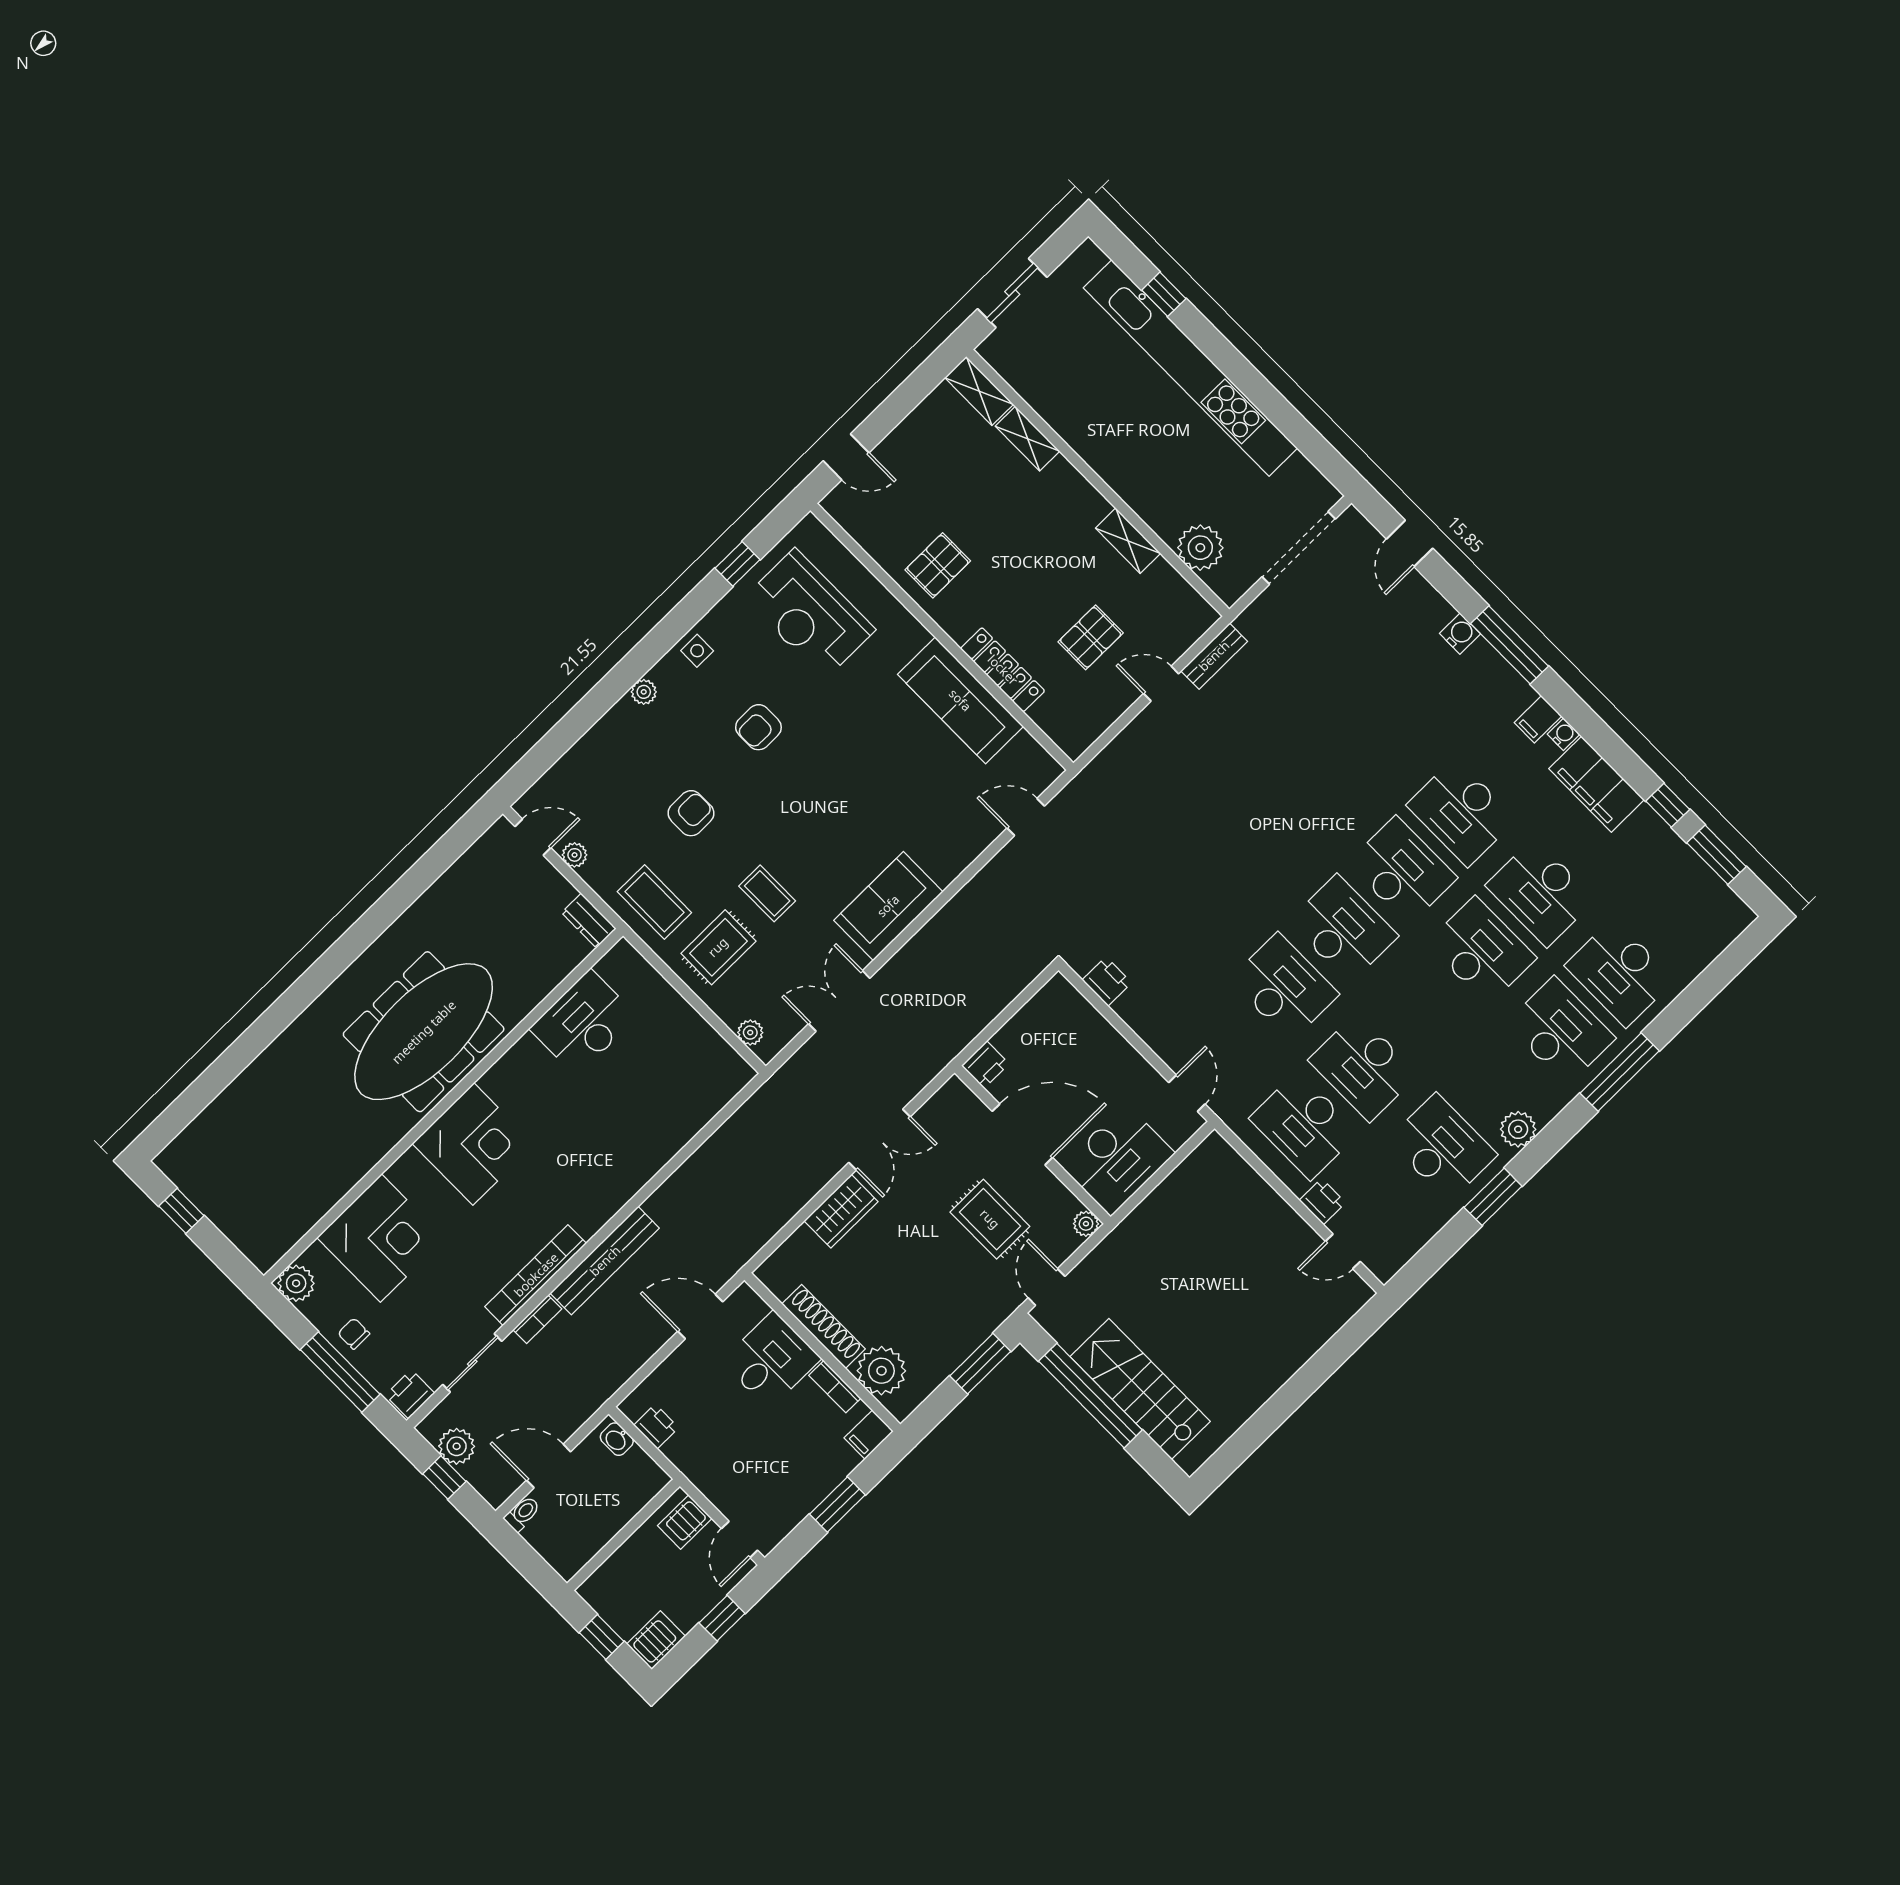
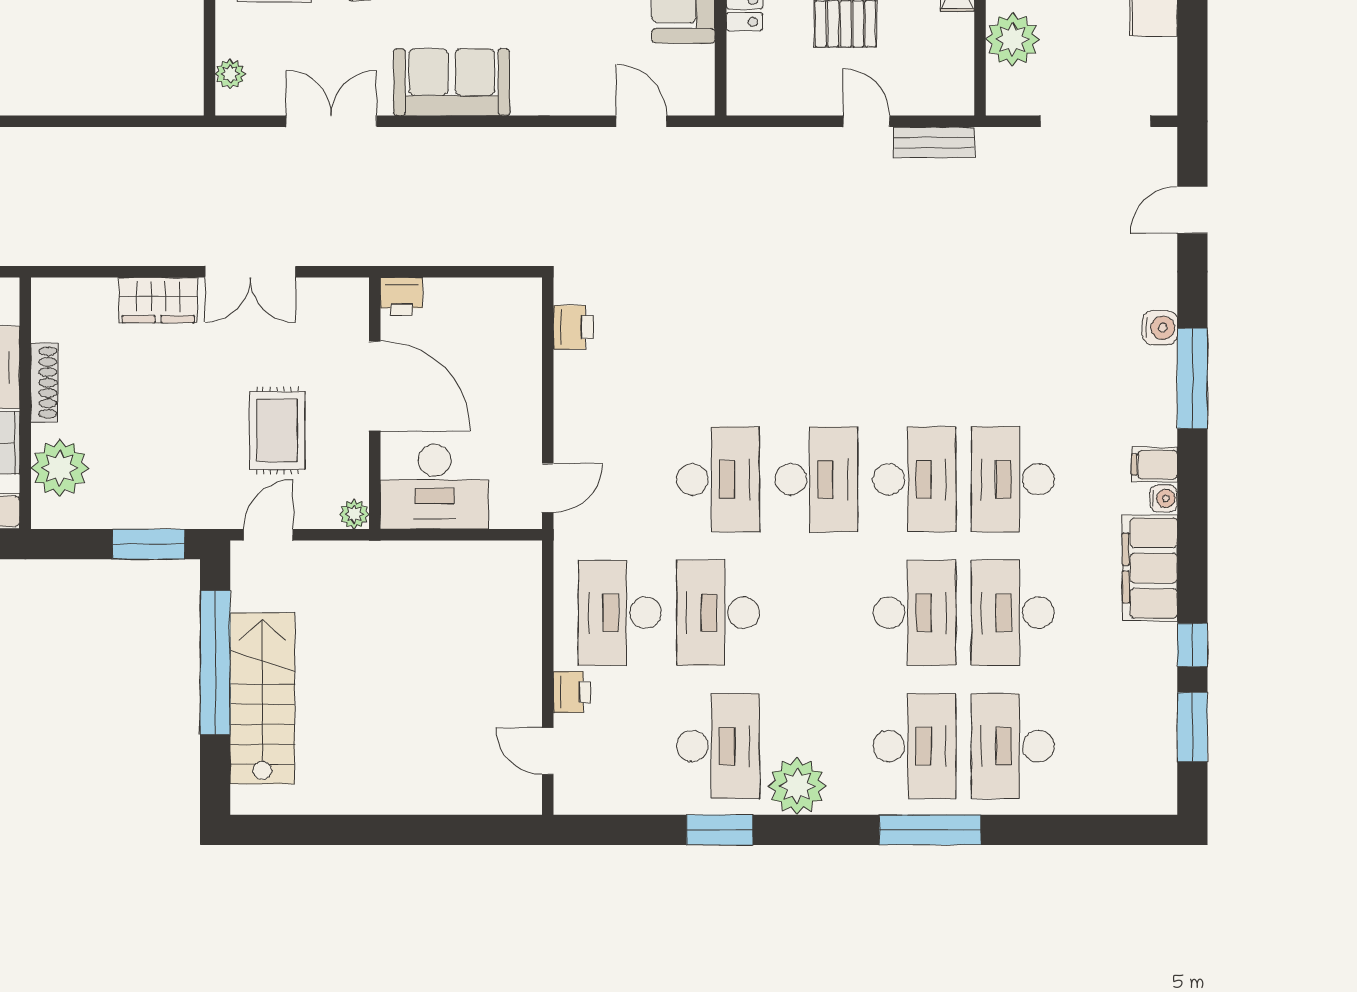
plant: (1518, 1129) -> (797, 786), width x1.36, depth x1.36
shoe rack: (823, 1326) -> (44, 383), width x0.74, depth x0.81

